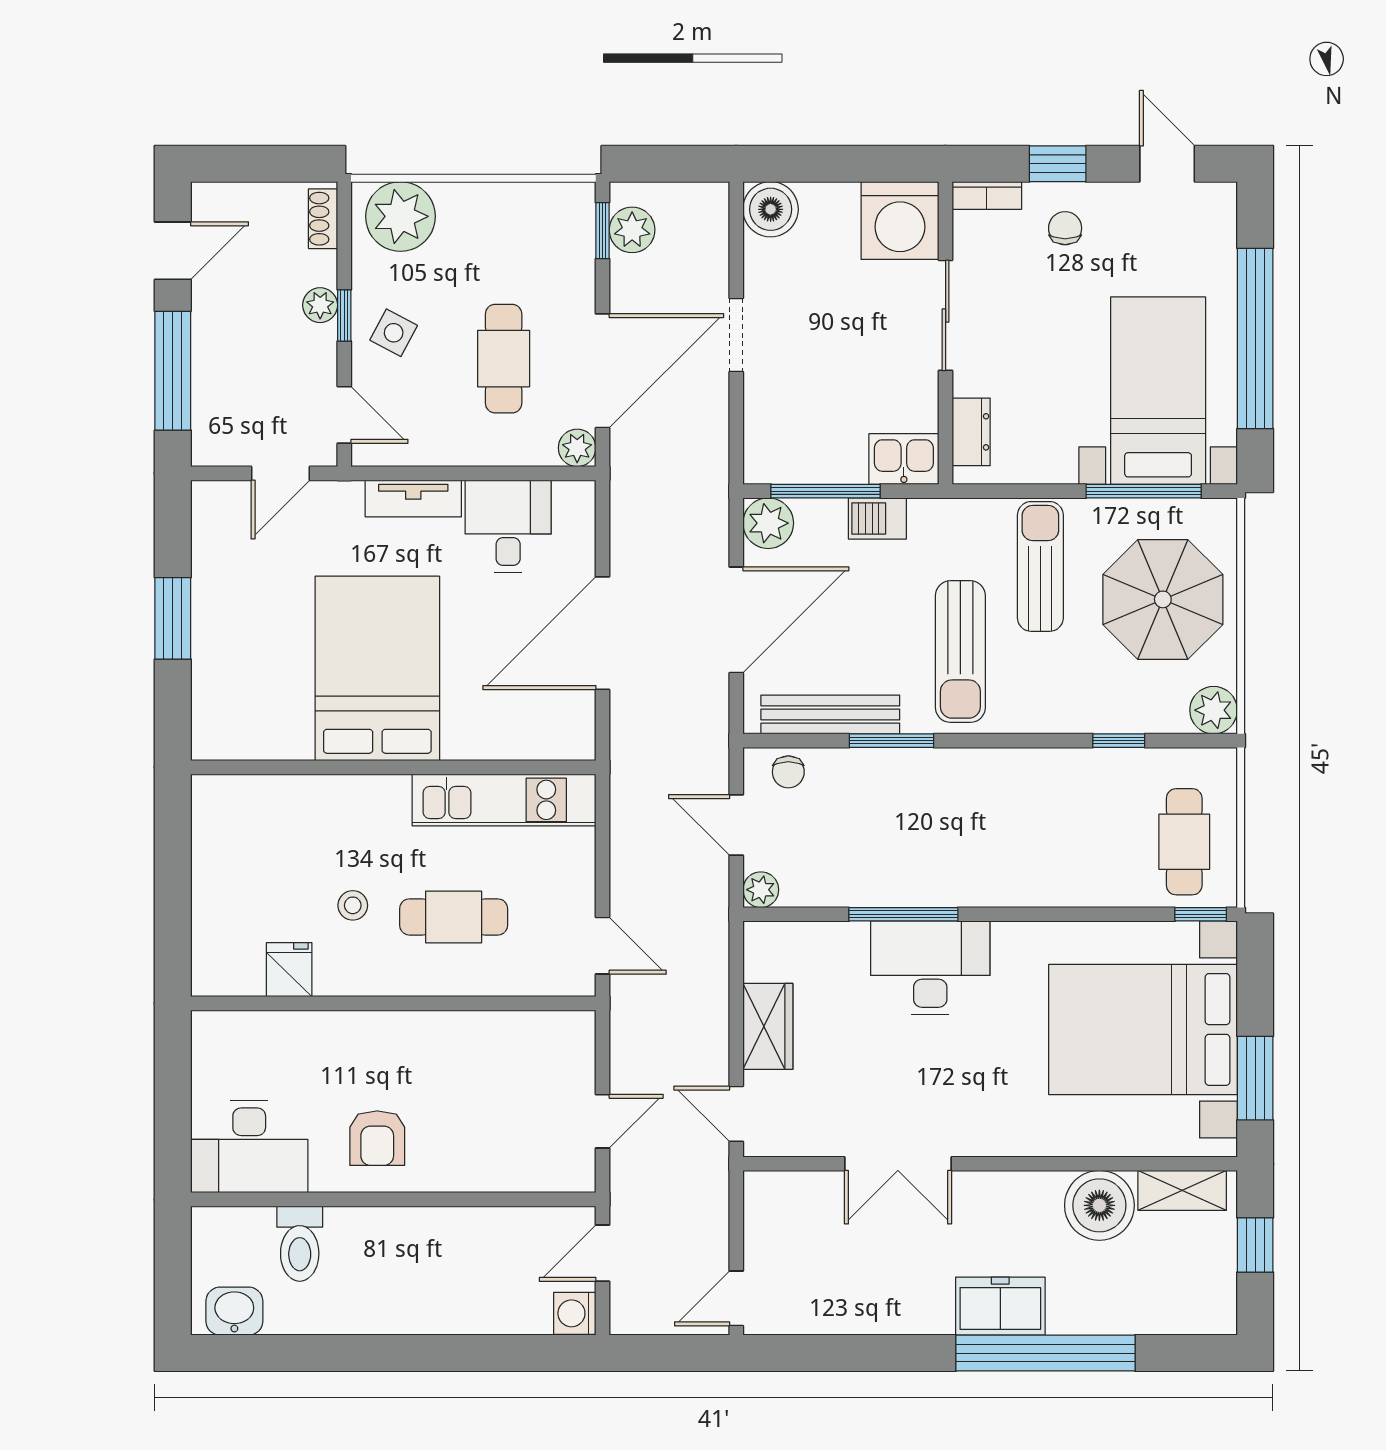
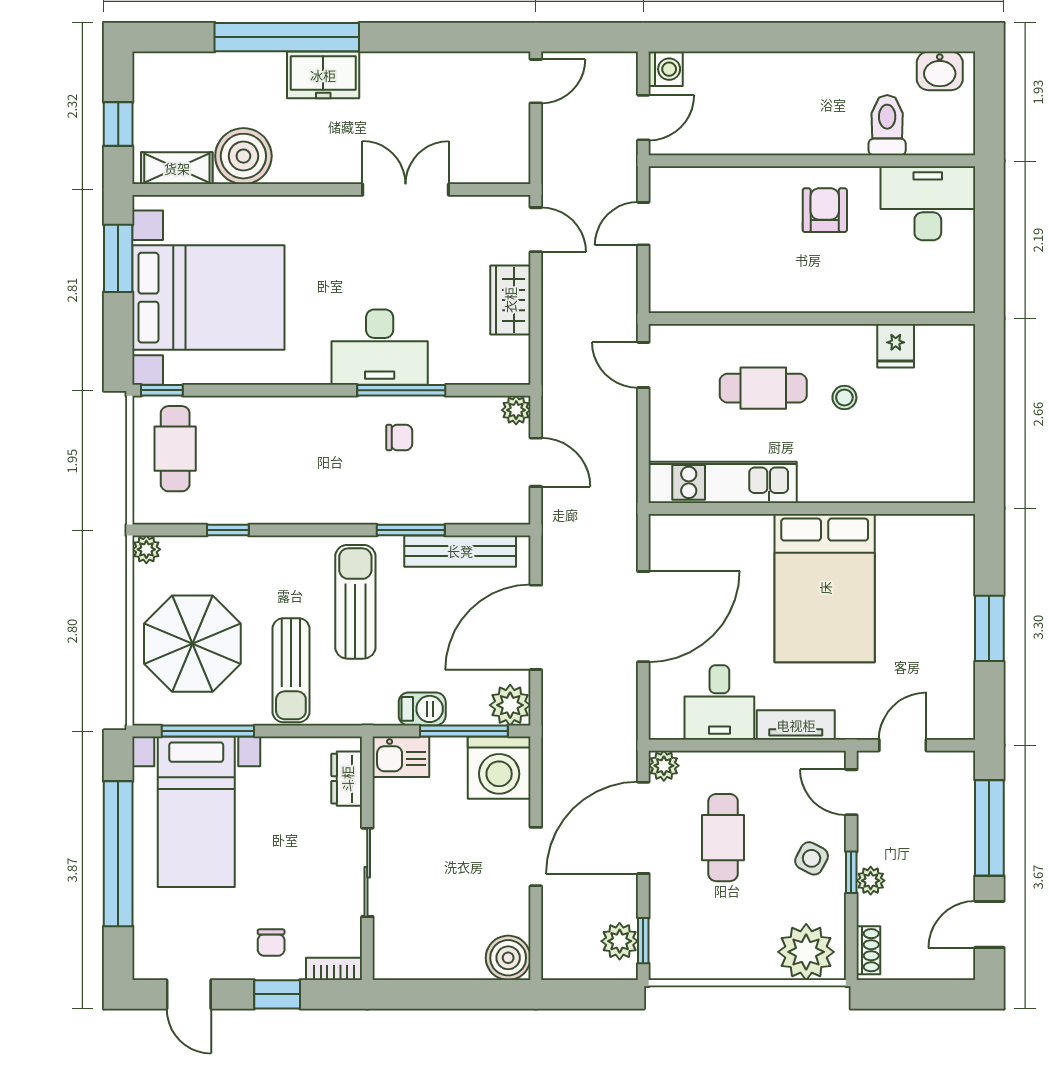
washing machine: (900, 221) -> (499, 768), moved, turned 180
plant: (1214, 710) -> (146, 549), width x0.73, depth x0.73
chair: (788, 772) -> (399, 437), moved, turned 90

